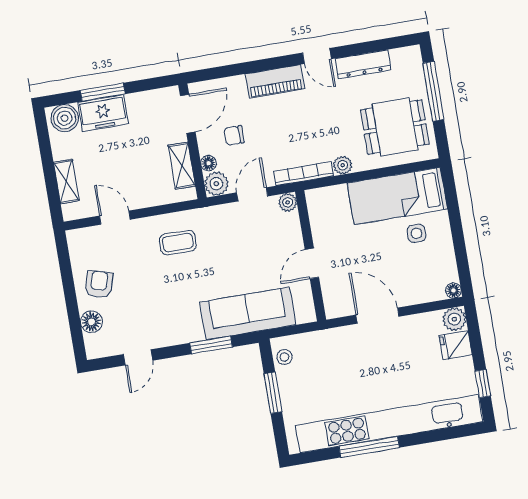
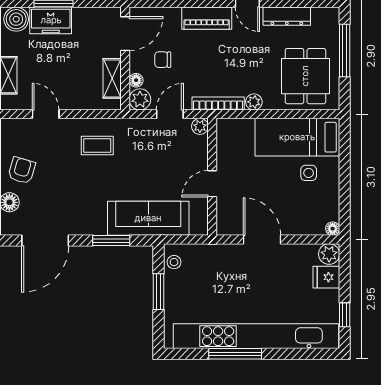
dining table: (395, 127) -> (305, 76), turned 90
door: (138, 357) -> (45, 241), width x1.88

